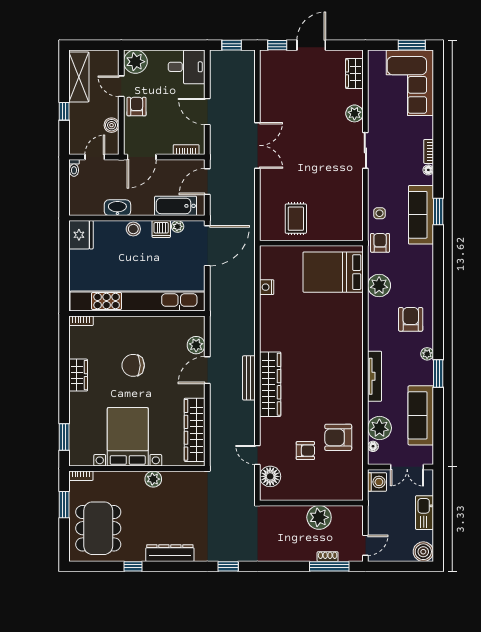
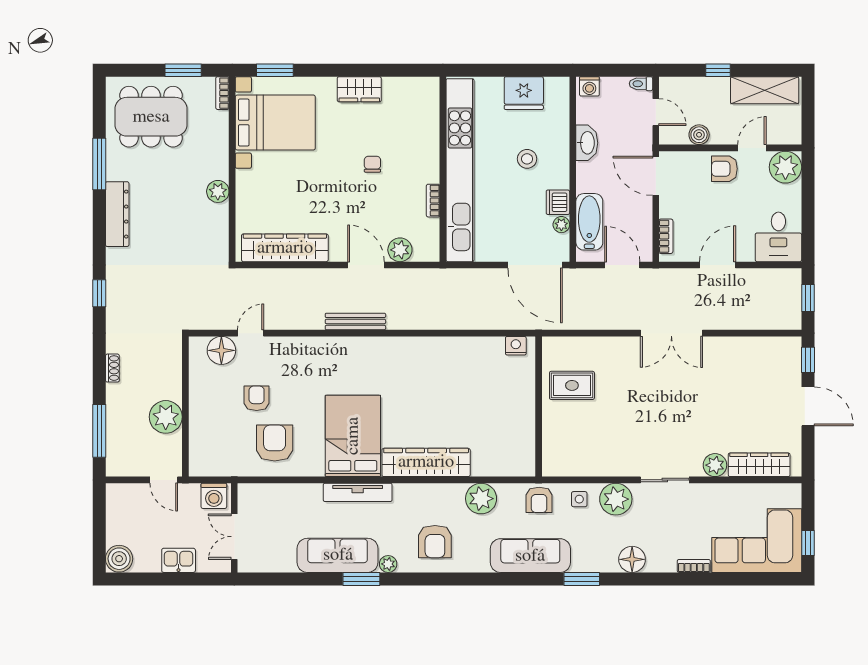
window: (412, 45) -> (808, 543), width x0.67
wardrobe: (354, 73) -> (759, 465), width x1.50
armchair: (137, 107) -> (724, 169), turned 180
bookcase: (429, 151) -> (694, 566), moved
floor lamp: (428, 170) -> (632, 559), width x1.89, depth x1.89
washing machine: (76, 206) -> (589, 86), added
sofa: (421, 215) -> (530, 556), moved
stool: (133, 229) -> (527, 159), moved
fridge: (81, 235) -> (524, 93), moved
armchair: (380, 243) -> (539, 500), turned 90
bed: (333, 272) -> (353, 436), moved
nightstand: (267, 287) -> (516, 346), moved
armchair: (411, 319) -> (435, 542), turned 90
bookcase: (81, 321) -> (433, 201), moved
chair: (133, 365) -> (372, 164), width x0.54, depth x0.54
wardrobe: (270, 384) -> (426, 462), moved, turned 180
sofa: (421, 415) -> (338, 555), moved
plant: (379, 428) -> (616, 499), moved
bed with nightstands: (128, 437) -> (275, 123), moved
floor lamp: (373, 446) -> (262, 490), removed
armchair: (305, 451) -> (257, 398), turned 180
kitchen sink: (425, 513) -> (179, 560), width x0.73
door: (365, 545) -> (164, 480), moved
shoe rack: (328, 557) -> (112, 368), moved
window: (133, 566) -> (99, 164), width x2.17

